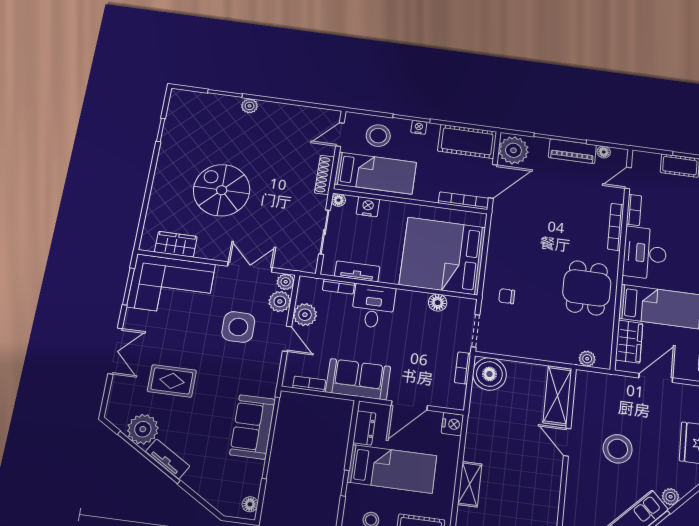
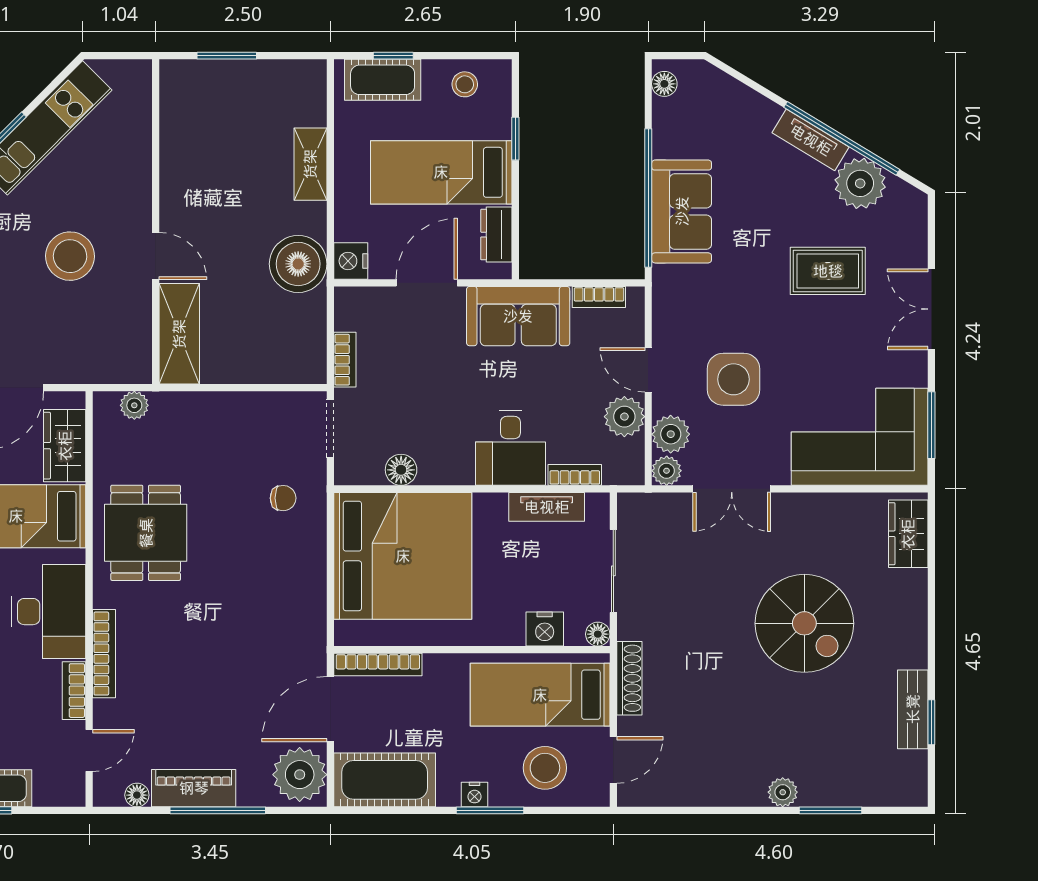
bench: (170, 138) -> (913, 709), added
wardrobe: (176, 244) -> (908, 534), moved, turned 90
boiler: (489, 374) -> (298, 264), moved

